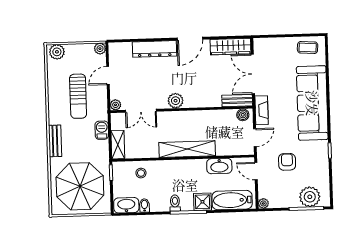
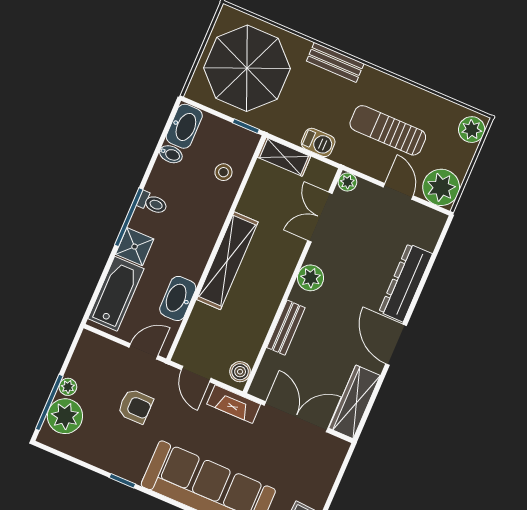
plant: (100, 49) -> (441, 187), width x1.87, depth x1.87
bench: (237, 101) -> (286, 328), moved
plant: (263, 203) -> (68, 387), moved

